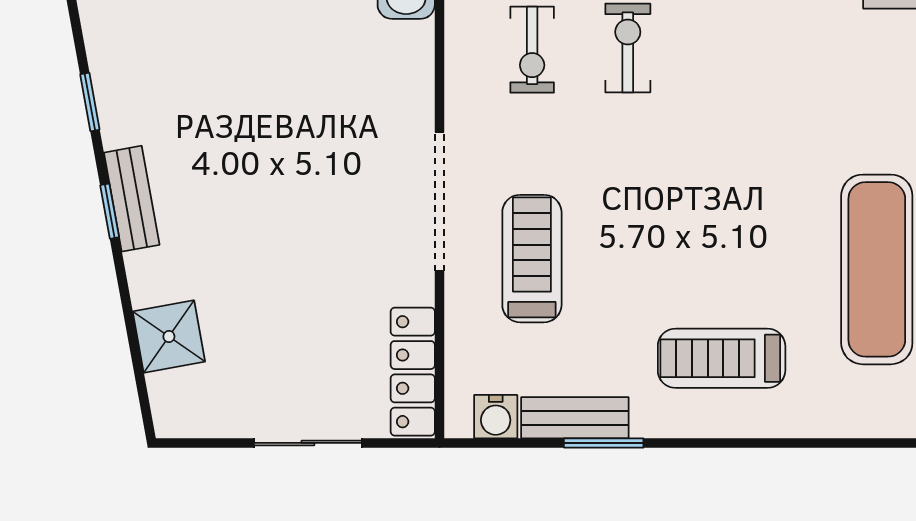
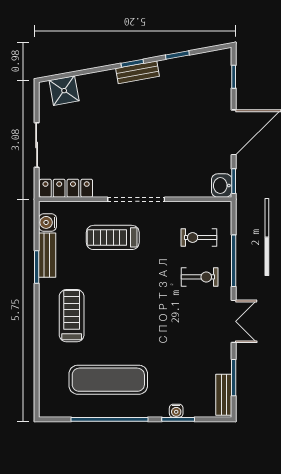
treadmill: (532, 259) -> (113, 237), turned 180
shower: (169, 337) -> (64, 91), moved

